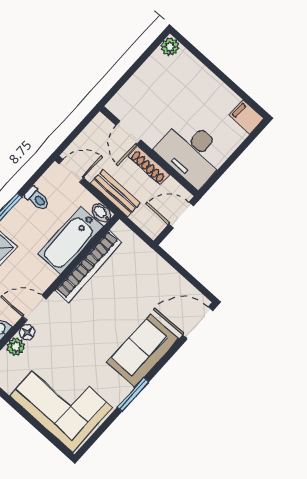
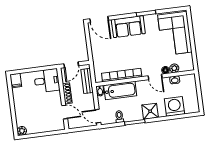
door: (128, 133) -> (65, 112), hinge flipped
desk: (192, 152) -> (47, 81), width x0.73
bench: (115, 193) -> (87, 81), moved
door: (181, 215) -> (71, 65), hinge flipped

